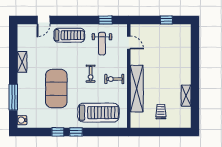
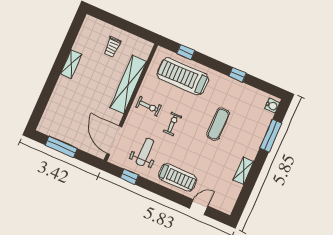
window: (166, 20) -> (61, 147), width x2.17
treadmill: (69, 35) -> (178, 177), turned 180
door: (129, 42) -> (114, 140), width x1.88
exercise mat: (56, 89) -> (218, 124), width x0.50, depth x0.69
shelving: (186, 96) -> (71, 64), moved
window: (76, 132) -> (186, 52), moved

